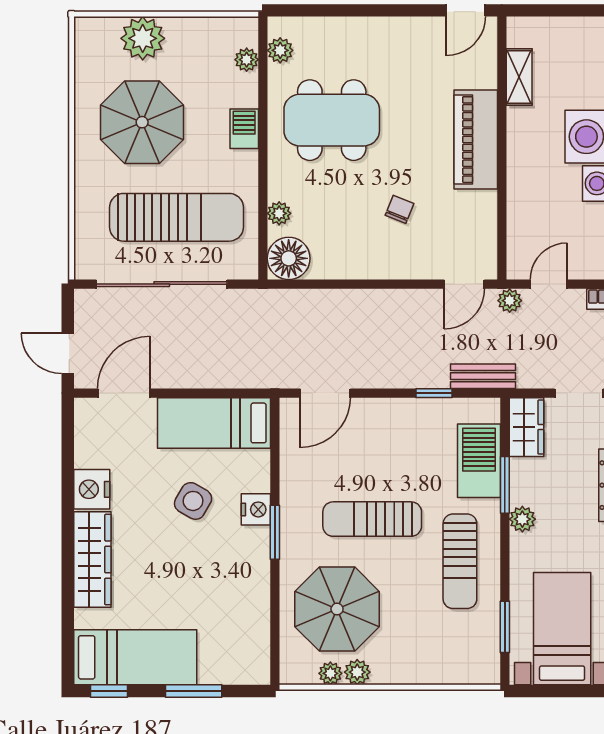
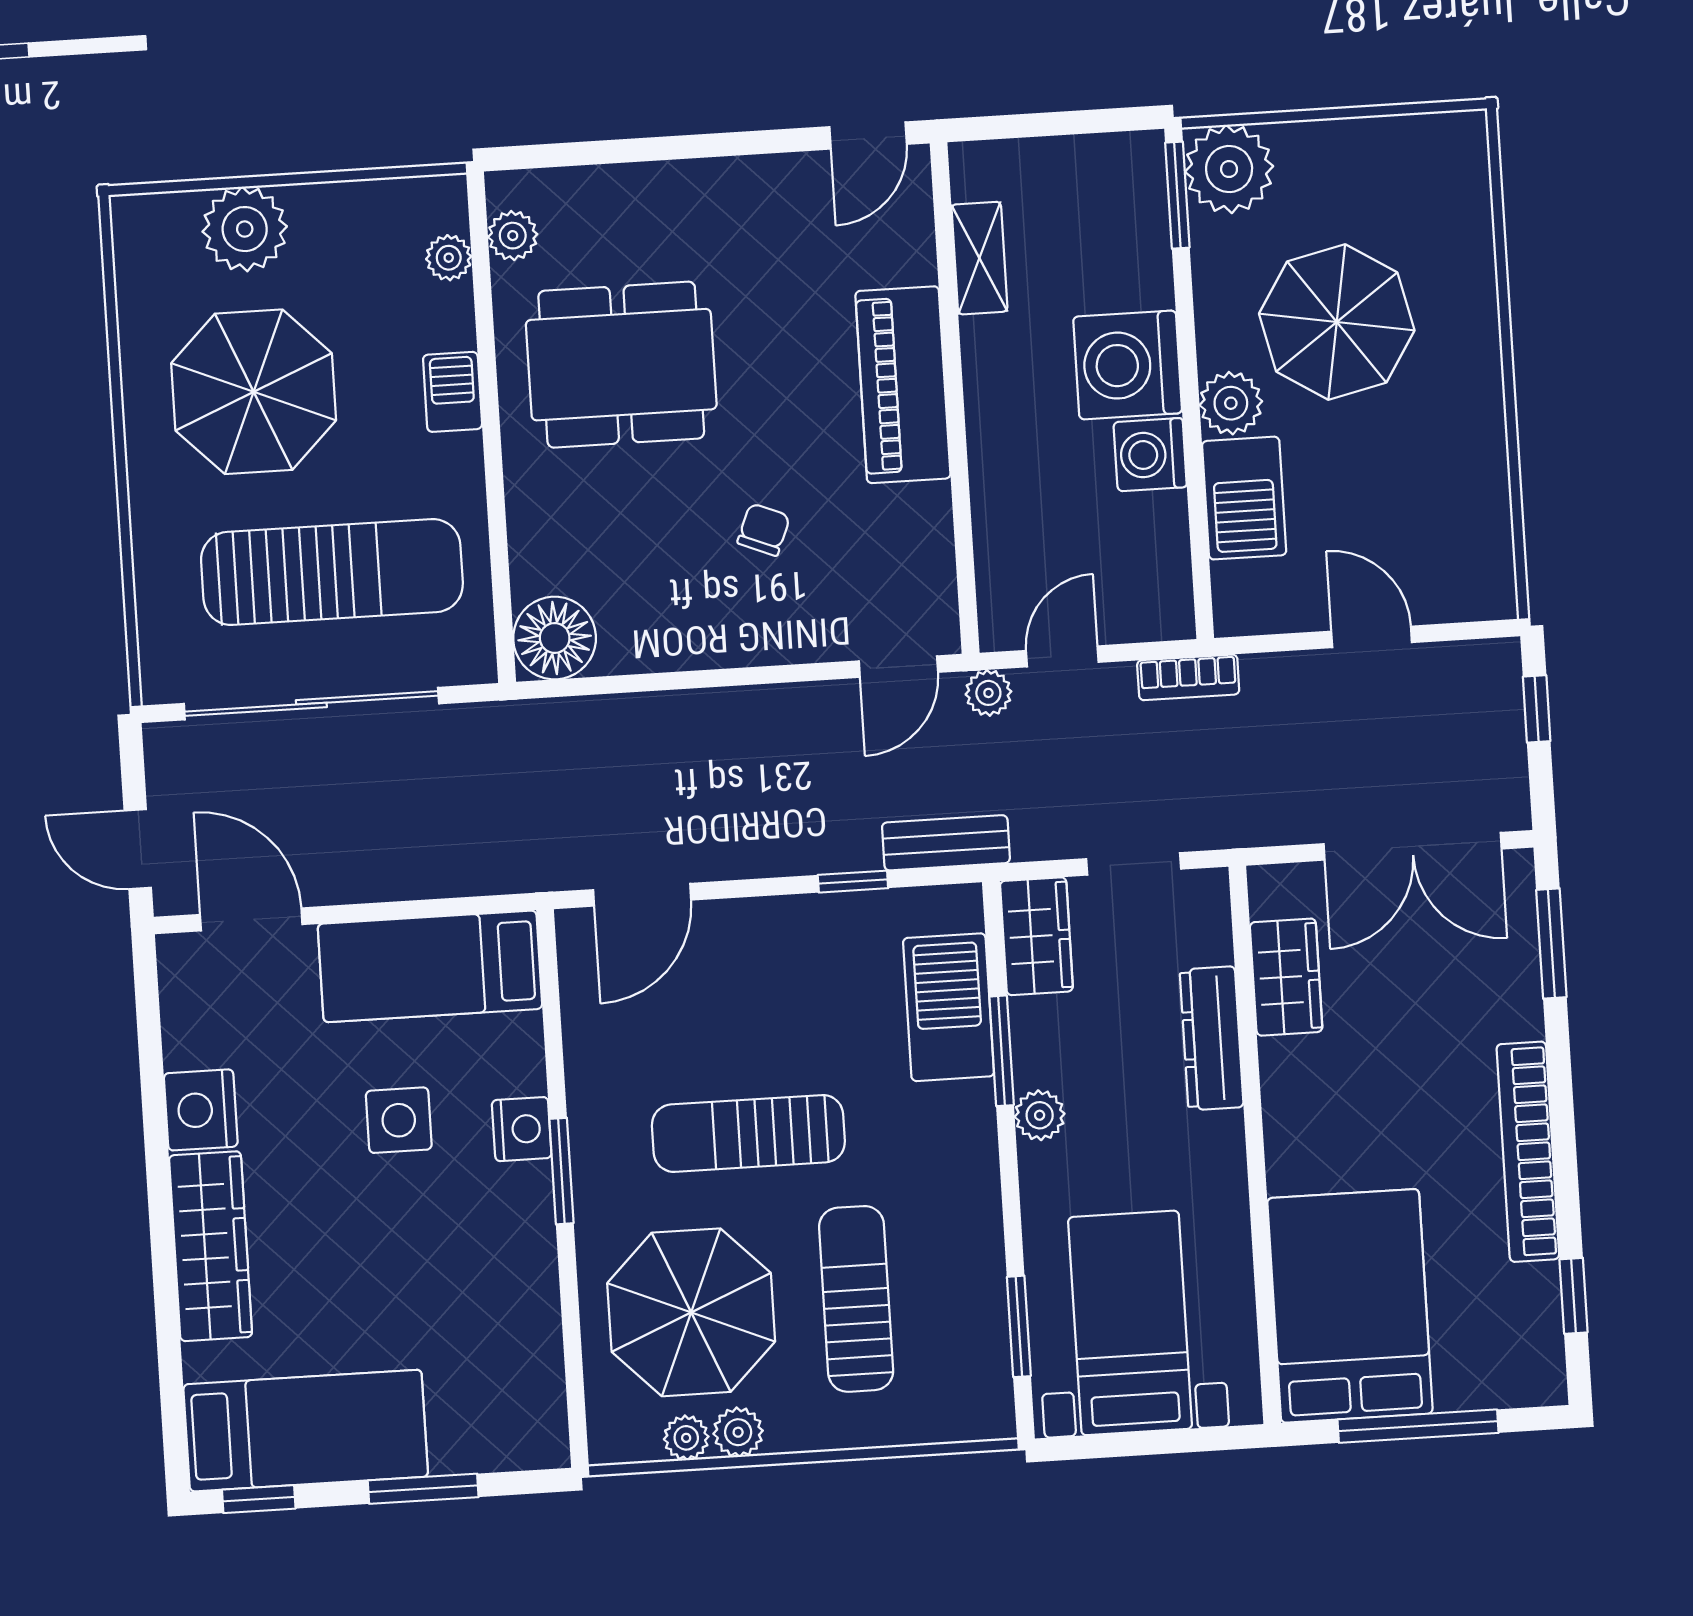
plant: (279, 213) -> (531, 552), removed
door: (124, 393) -> (251, 919), hinge flipped
side table: (193, 501) -> (399, 1120), turned -30
sun lounger: (460, 561) -> (856, 1299), moved, turned 180

